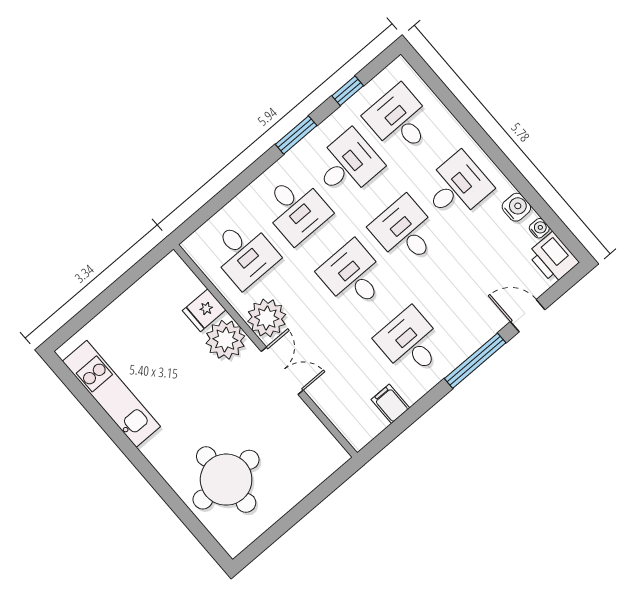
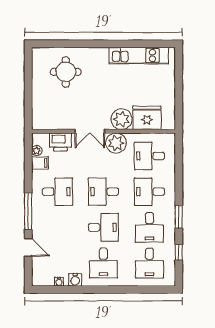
desk: (400, 120) -> (149, 263), turned 90
printer: (553, 258) -> (60, 142), moved, turned 180
desk: (353, 276) -> (103, 192), turned 180
fridge: (204, 310) -> (147, 118), width x1.88, depth x1.34
door: (528, 316) -> (28, 247), hinge flipped
plant: (376, 424) -> (37, 150), added
round table: (226, 480) -> (66, 72), width x0.73, depth x0.73

